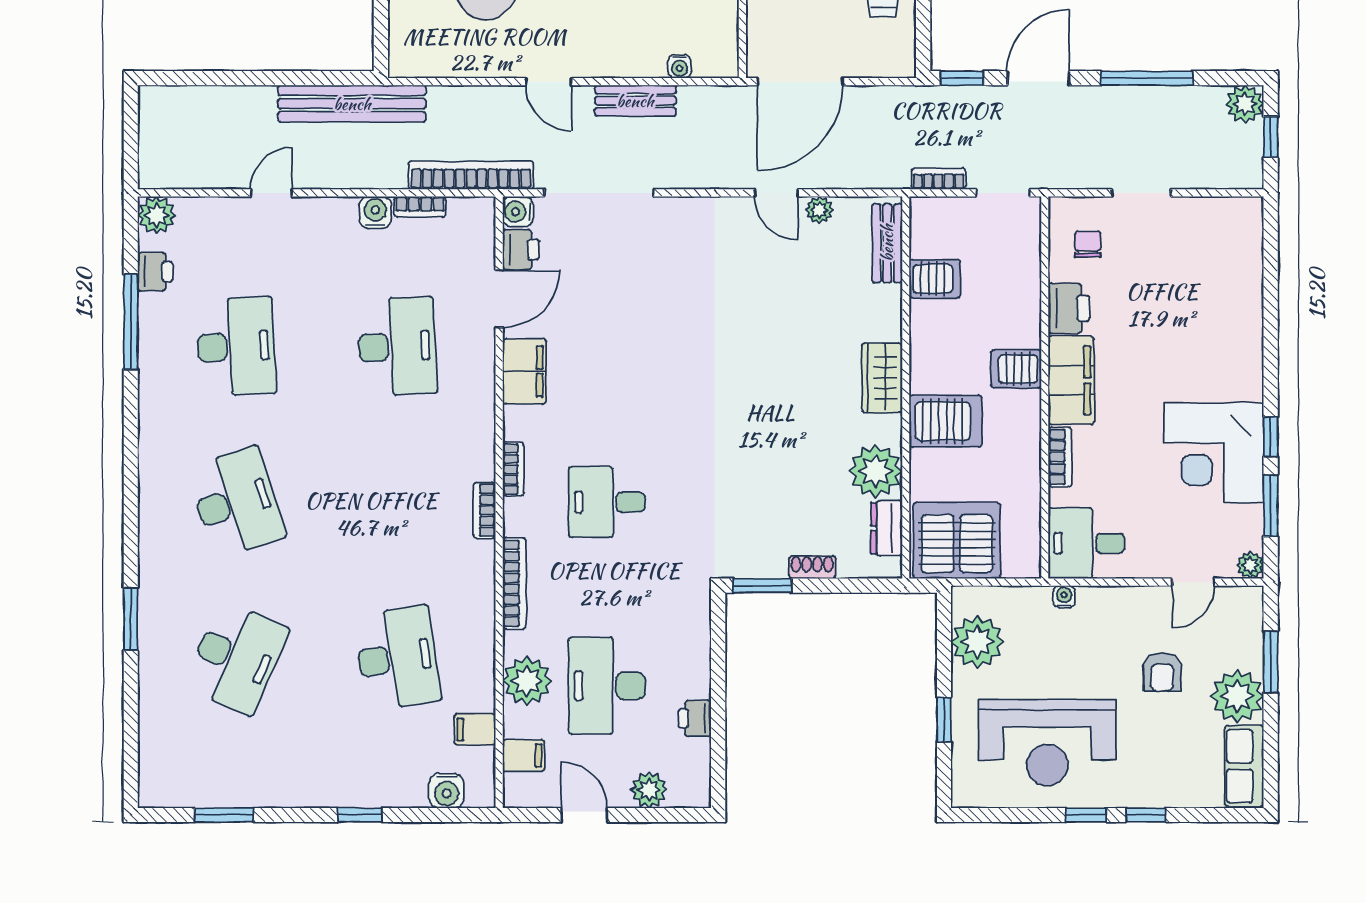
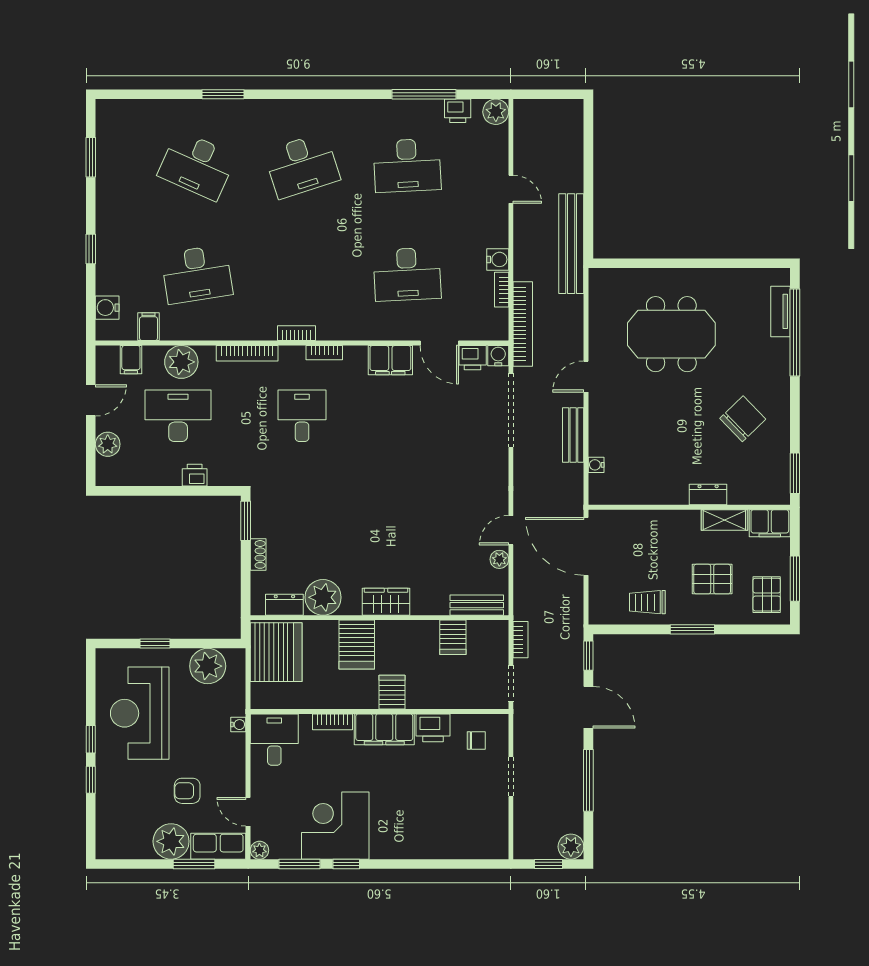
printer: (695, 718) -> (195, 475), moved
row of seats: (1244, 766) -> (218, 846), moved

